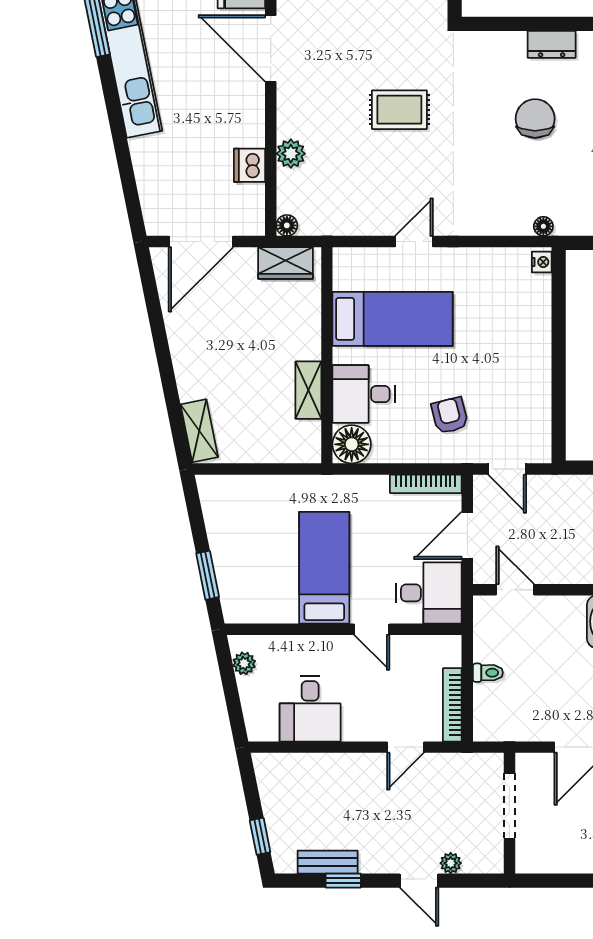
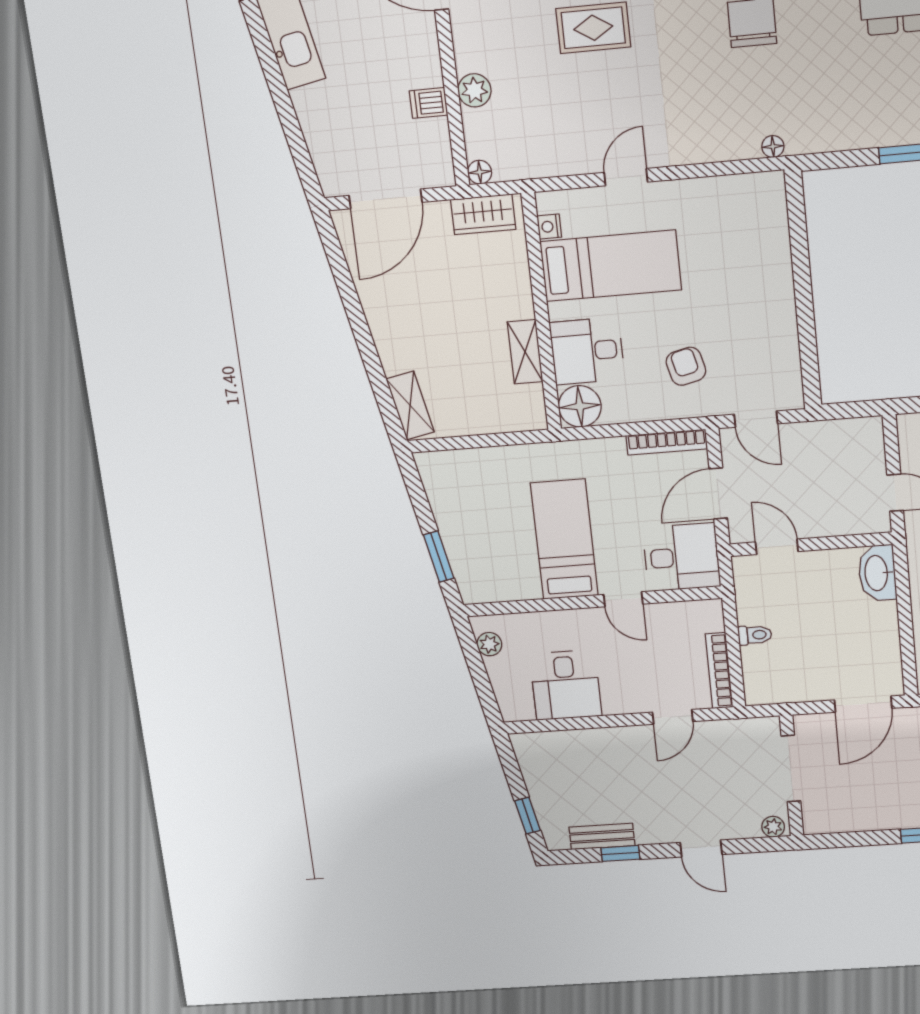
dishwasher: (249, 165) -> (429, 103), width x0.73
nightstand: (542, 262) -> (549, 227), moved, turned 180
plant: (451, 863) -> (773, 827), moved

